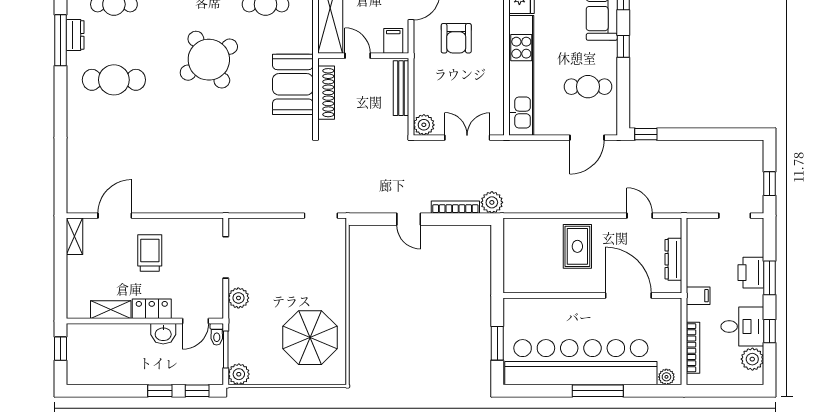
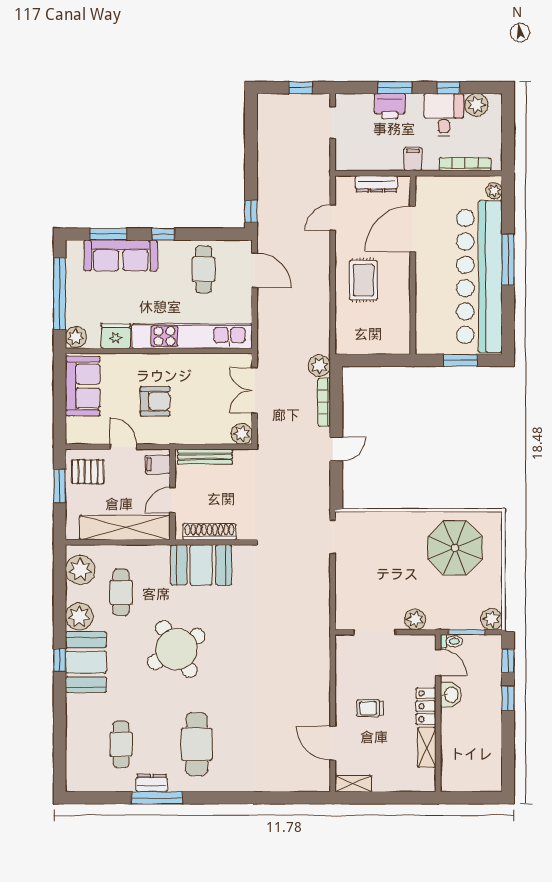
rug: (577, 246) -> (363, 280), turned 90
trolley: (150, 253) -> (370, 708), width x0.73, depth x0.72
window: (60, 349) -> (466, 798), removed

